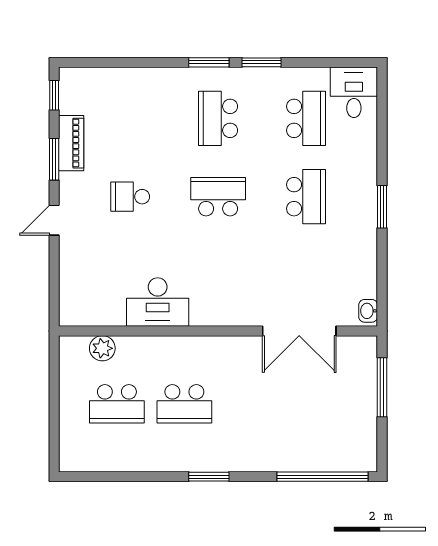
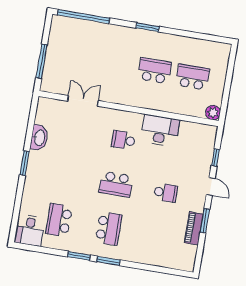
window: (54, 95) -> (215, 158), moved
school desk: (306, 197) -> (123, 140), moved, width x0.54
door: (54, 220) -> (211, 187), hinge flipped
washbasin: (368, 311) -> (39, 138), moved, width x1.91, depth x1.45
double door: (299, 331) -> (83, 101), width x0.73
plant: (102, 348) -> (213, 113), moved

